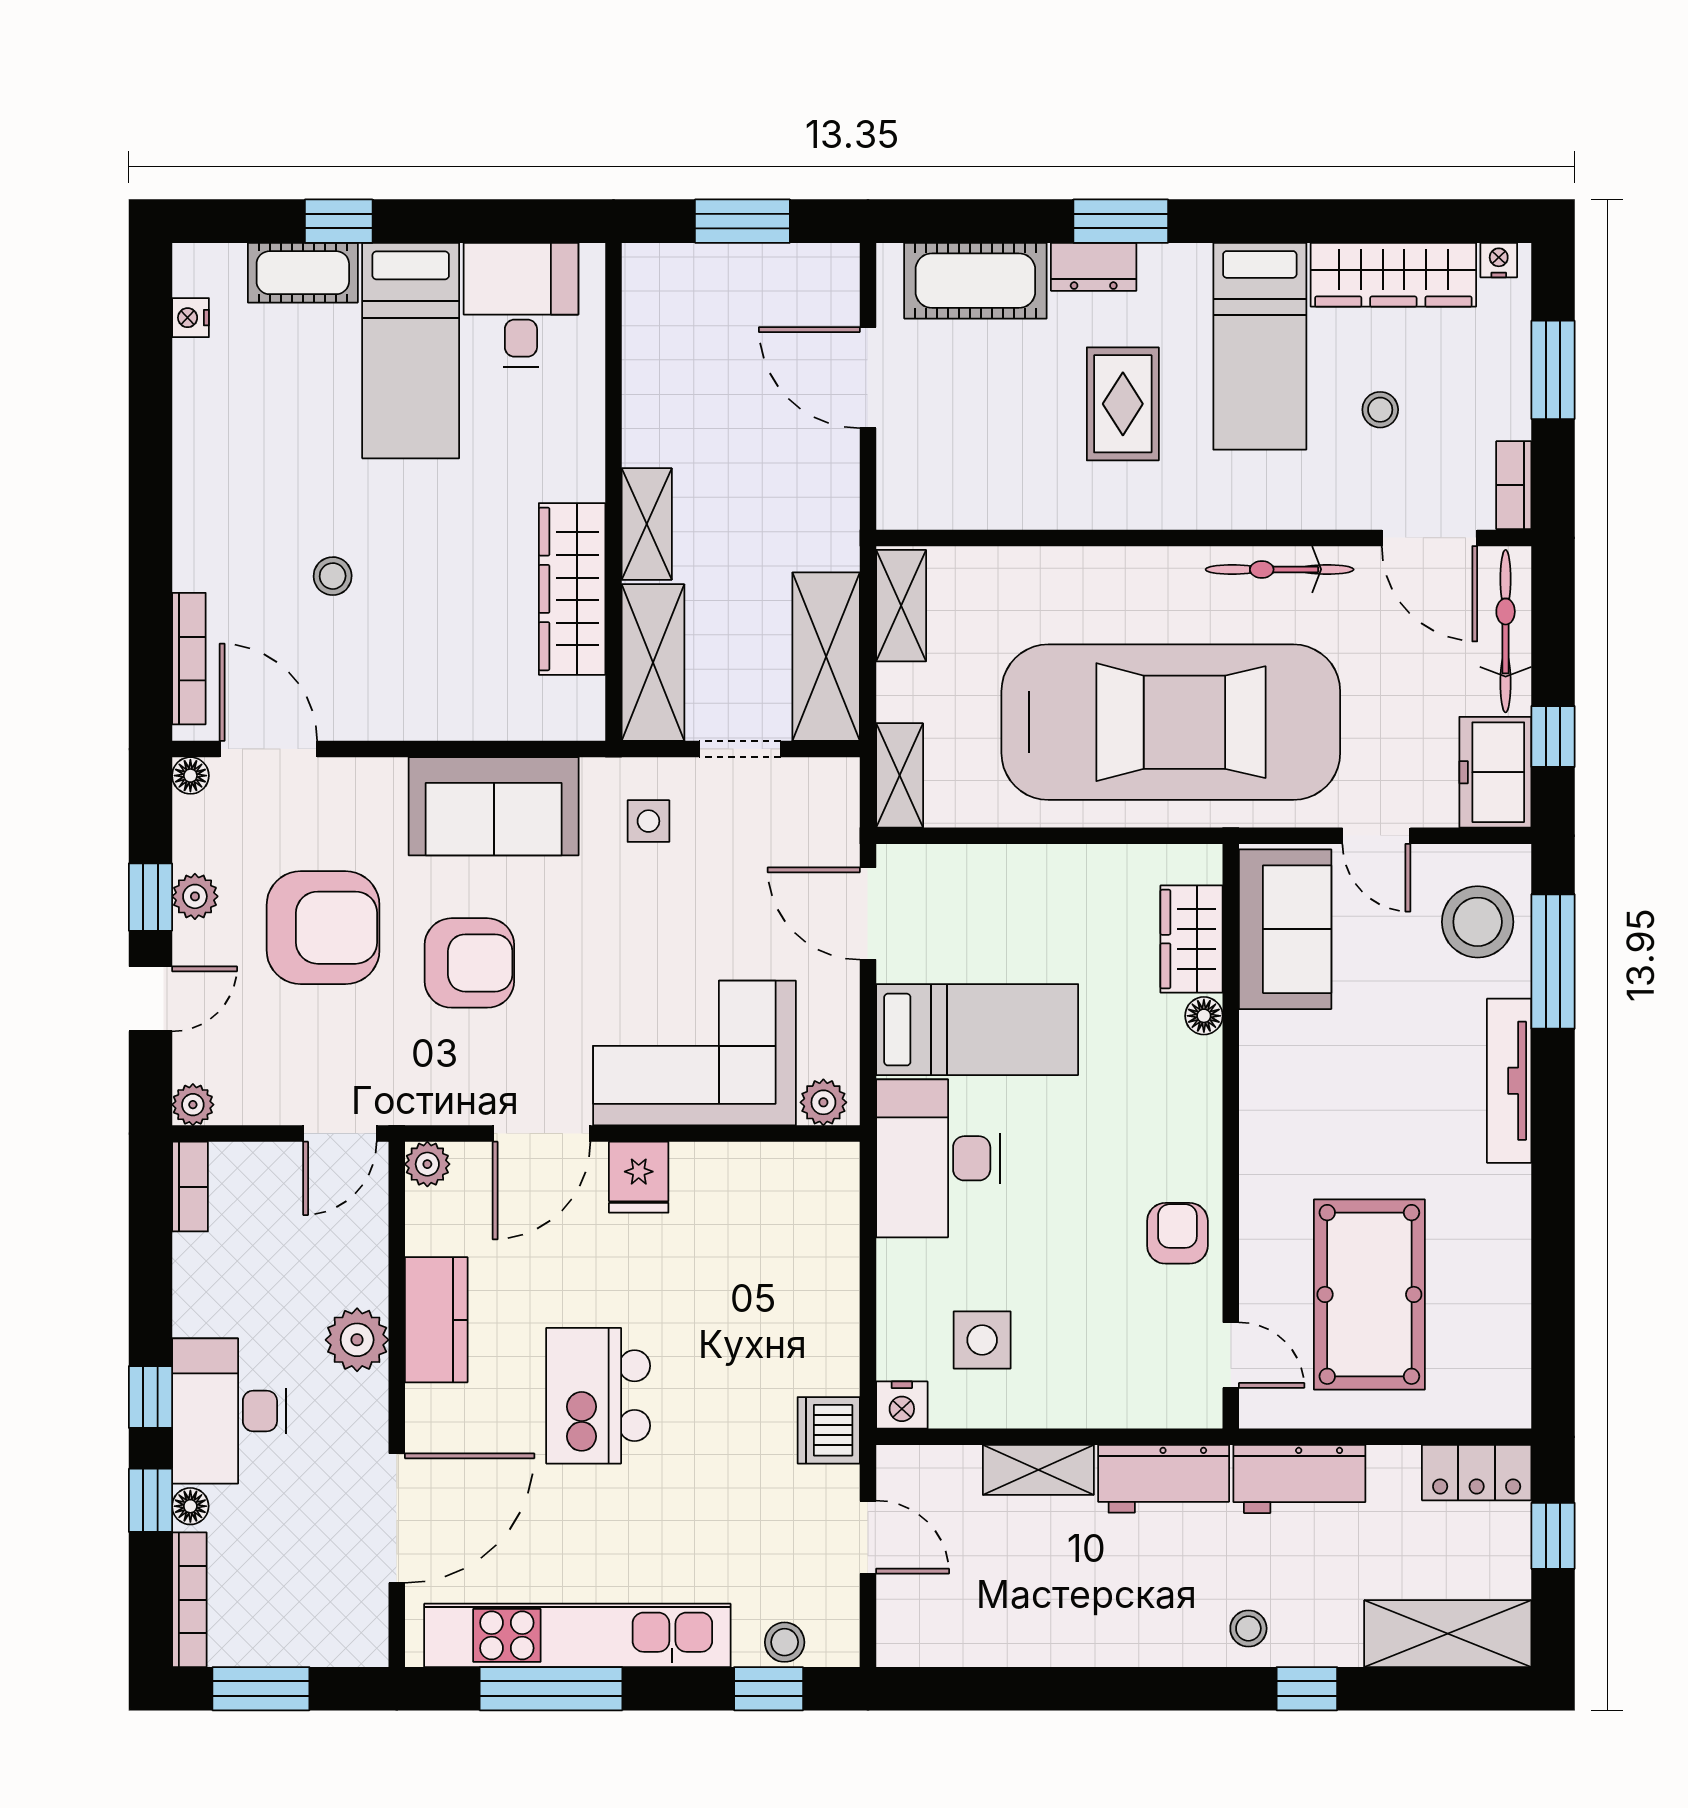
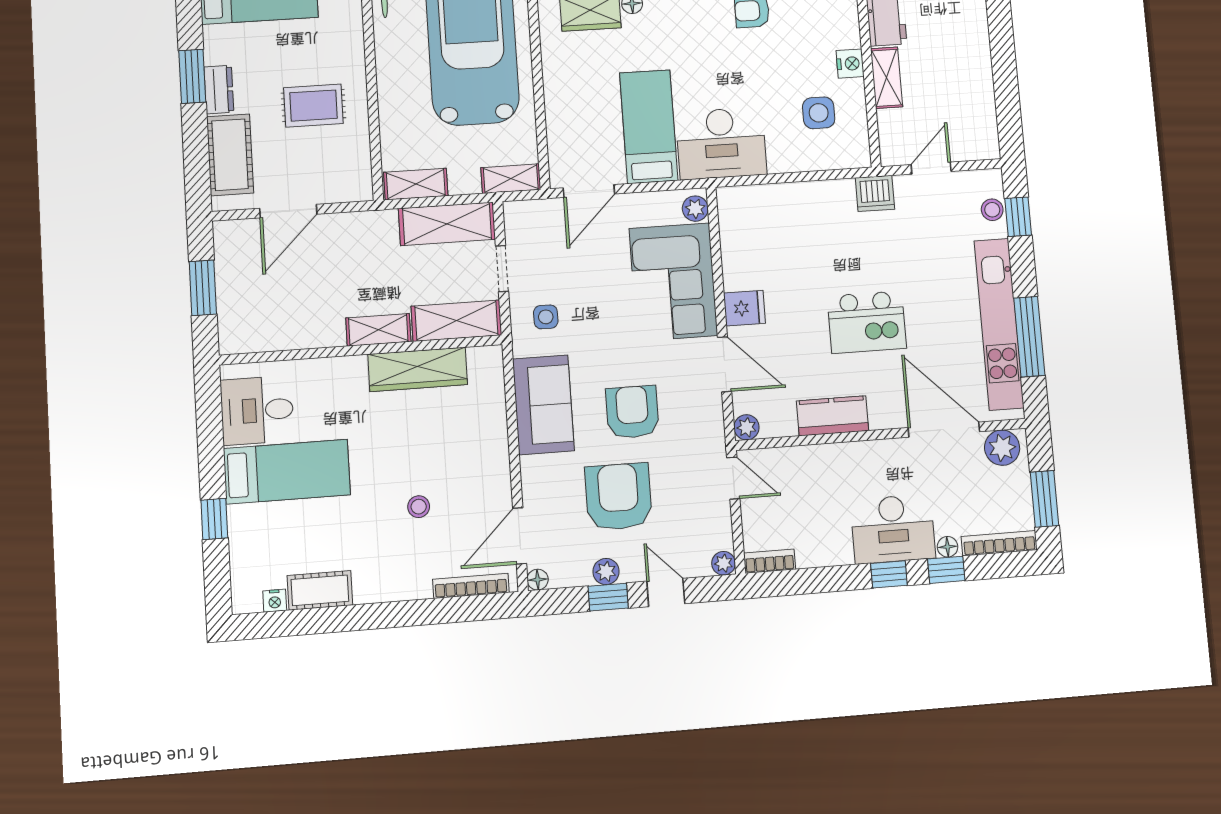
cot: (303, 273) -> (320, 590), moved, turned 90
rug: (1123, 404) -> (313, 106), moved
plant: (357, 1340) -> (1002, 448), moved
nightstand: (902, 1405) -> (850, 64), moved

